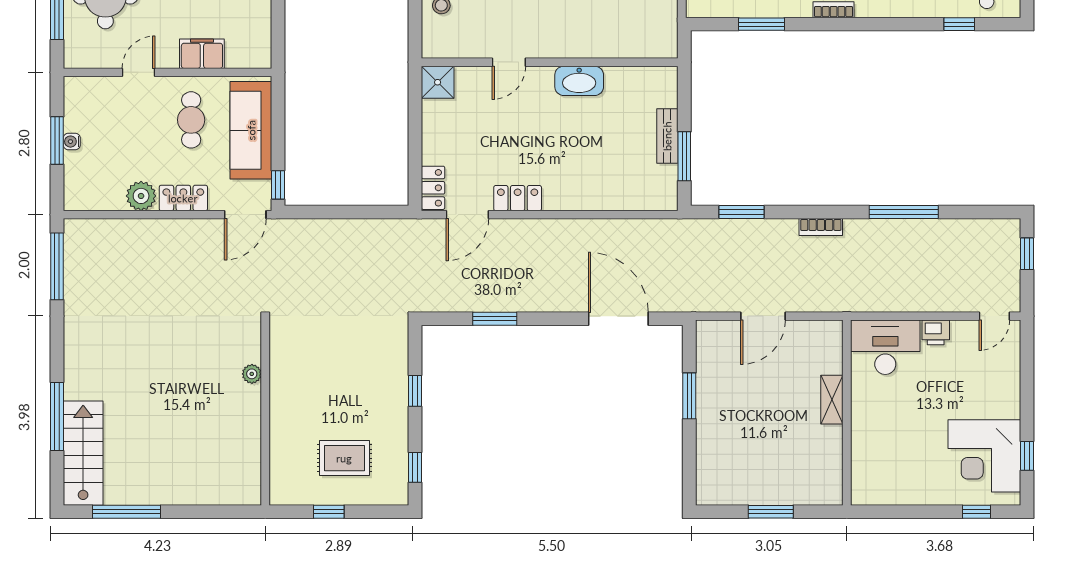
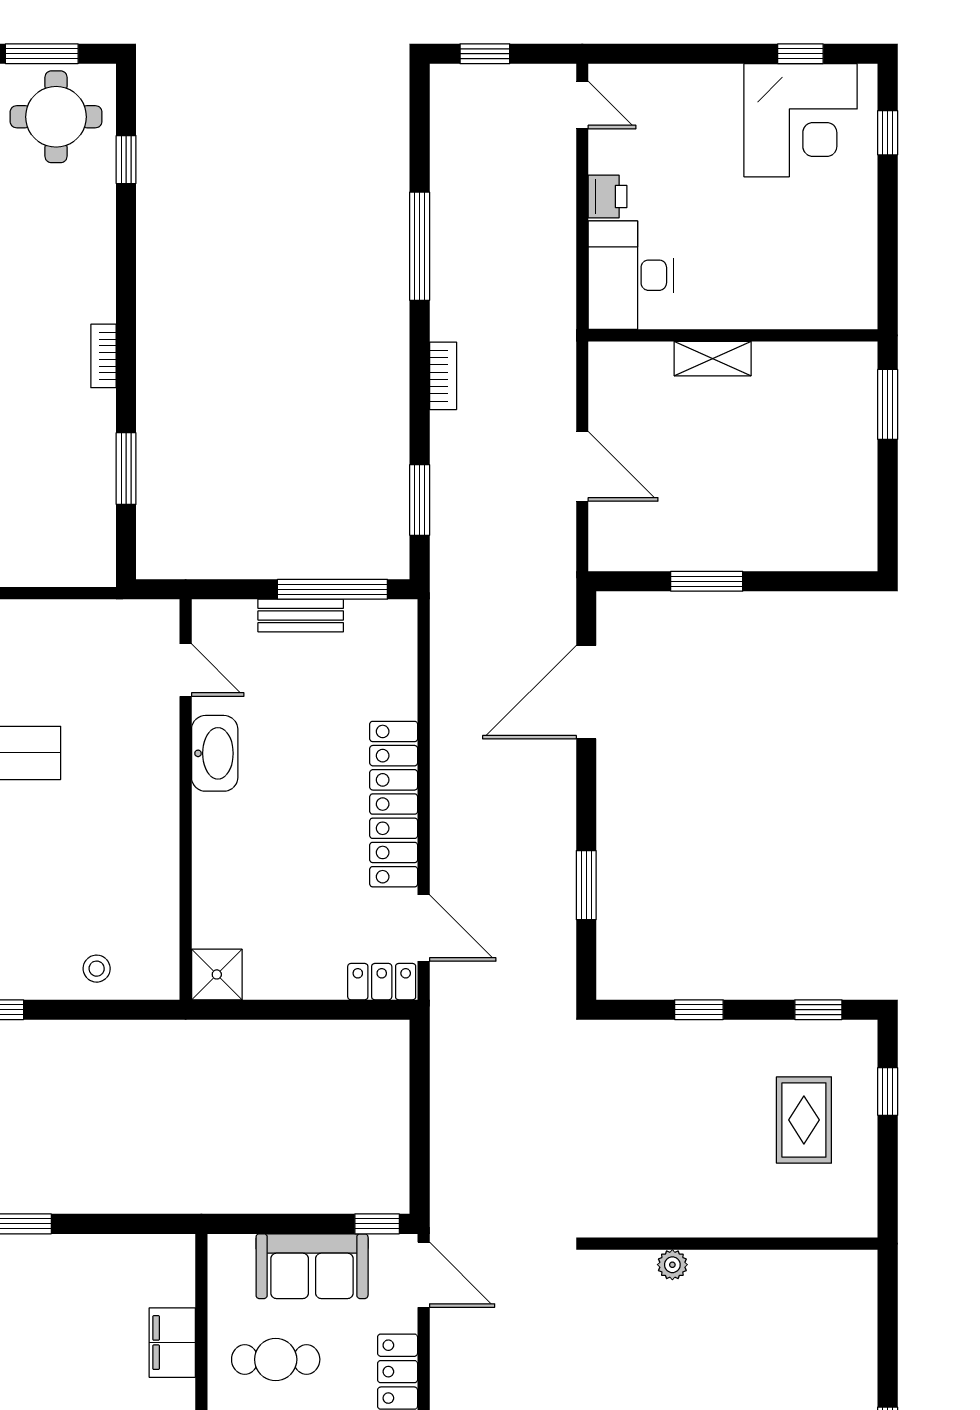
door: (509, 62) -> (186, 670), moved
sofa: (251, 130) -> (312, 1266), width x0.73
window: (684, 156) -> (332, 589), width x1.44
locker: (518, 198) -> (394, 804), width x2.16, depth x1.21
window: (329, 512) -> (888, 1091), moved
window: (771, 512) -> (888, 404), moved

